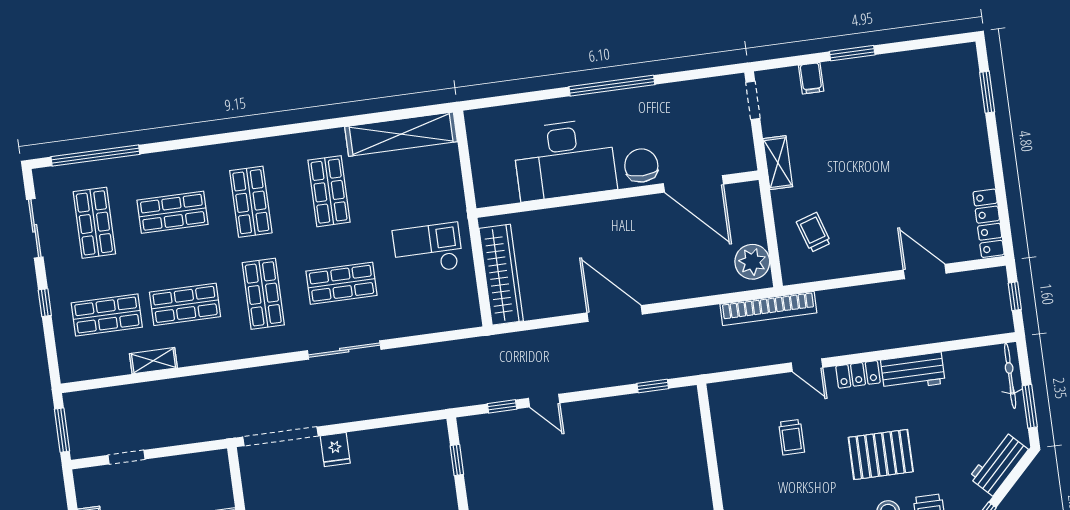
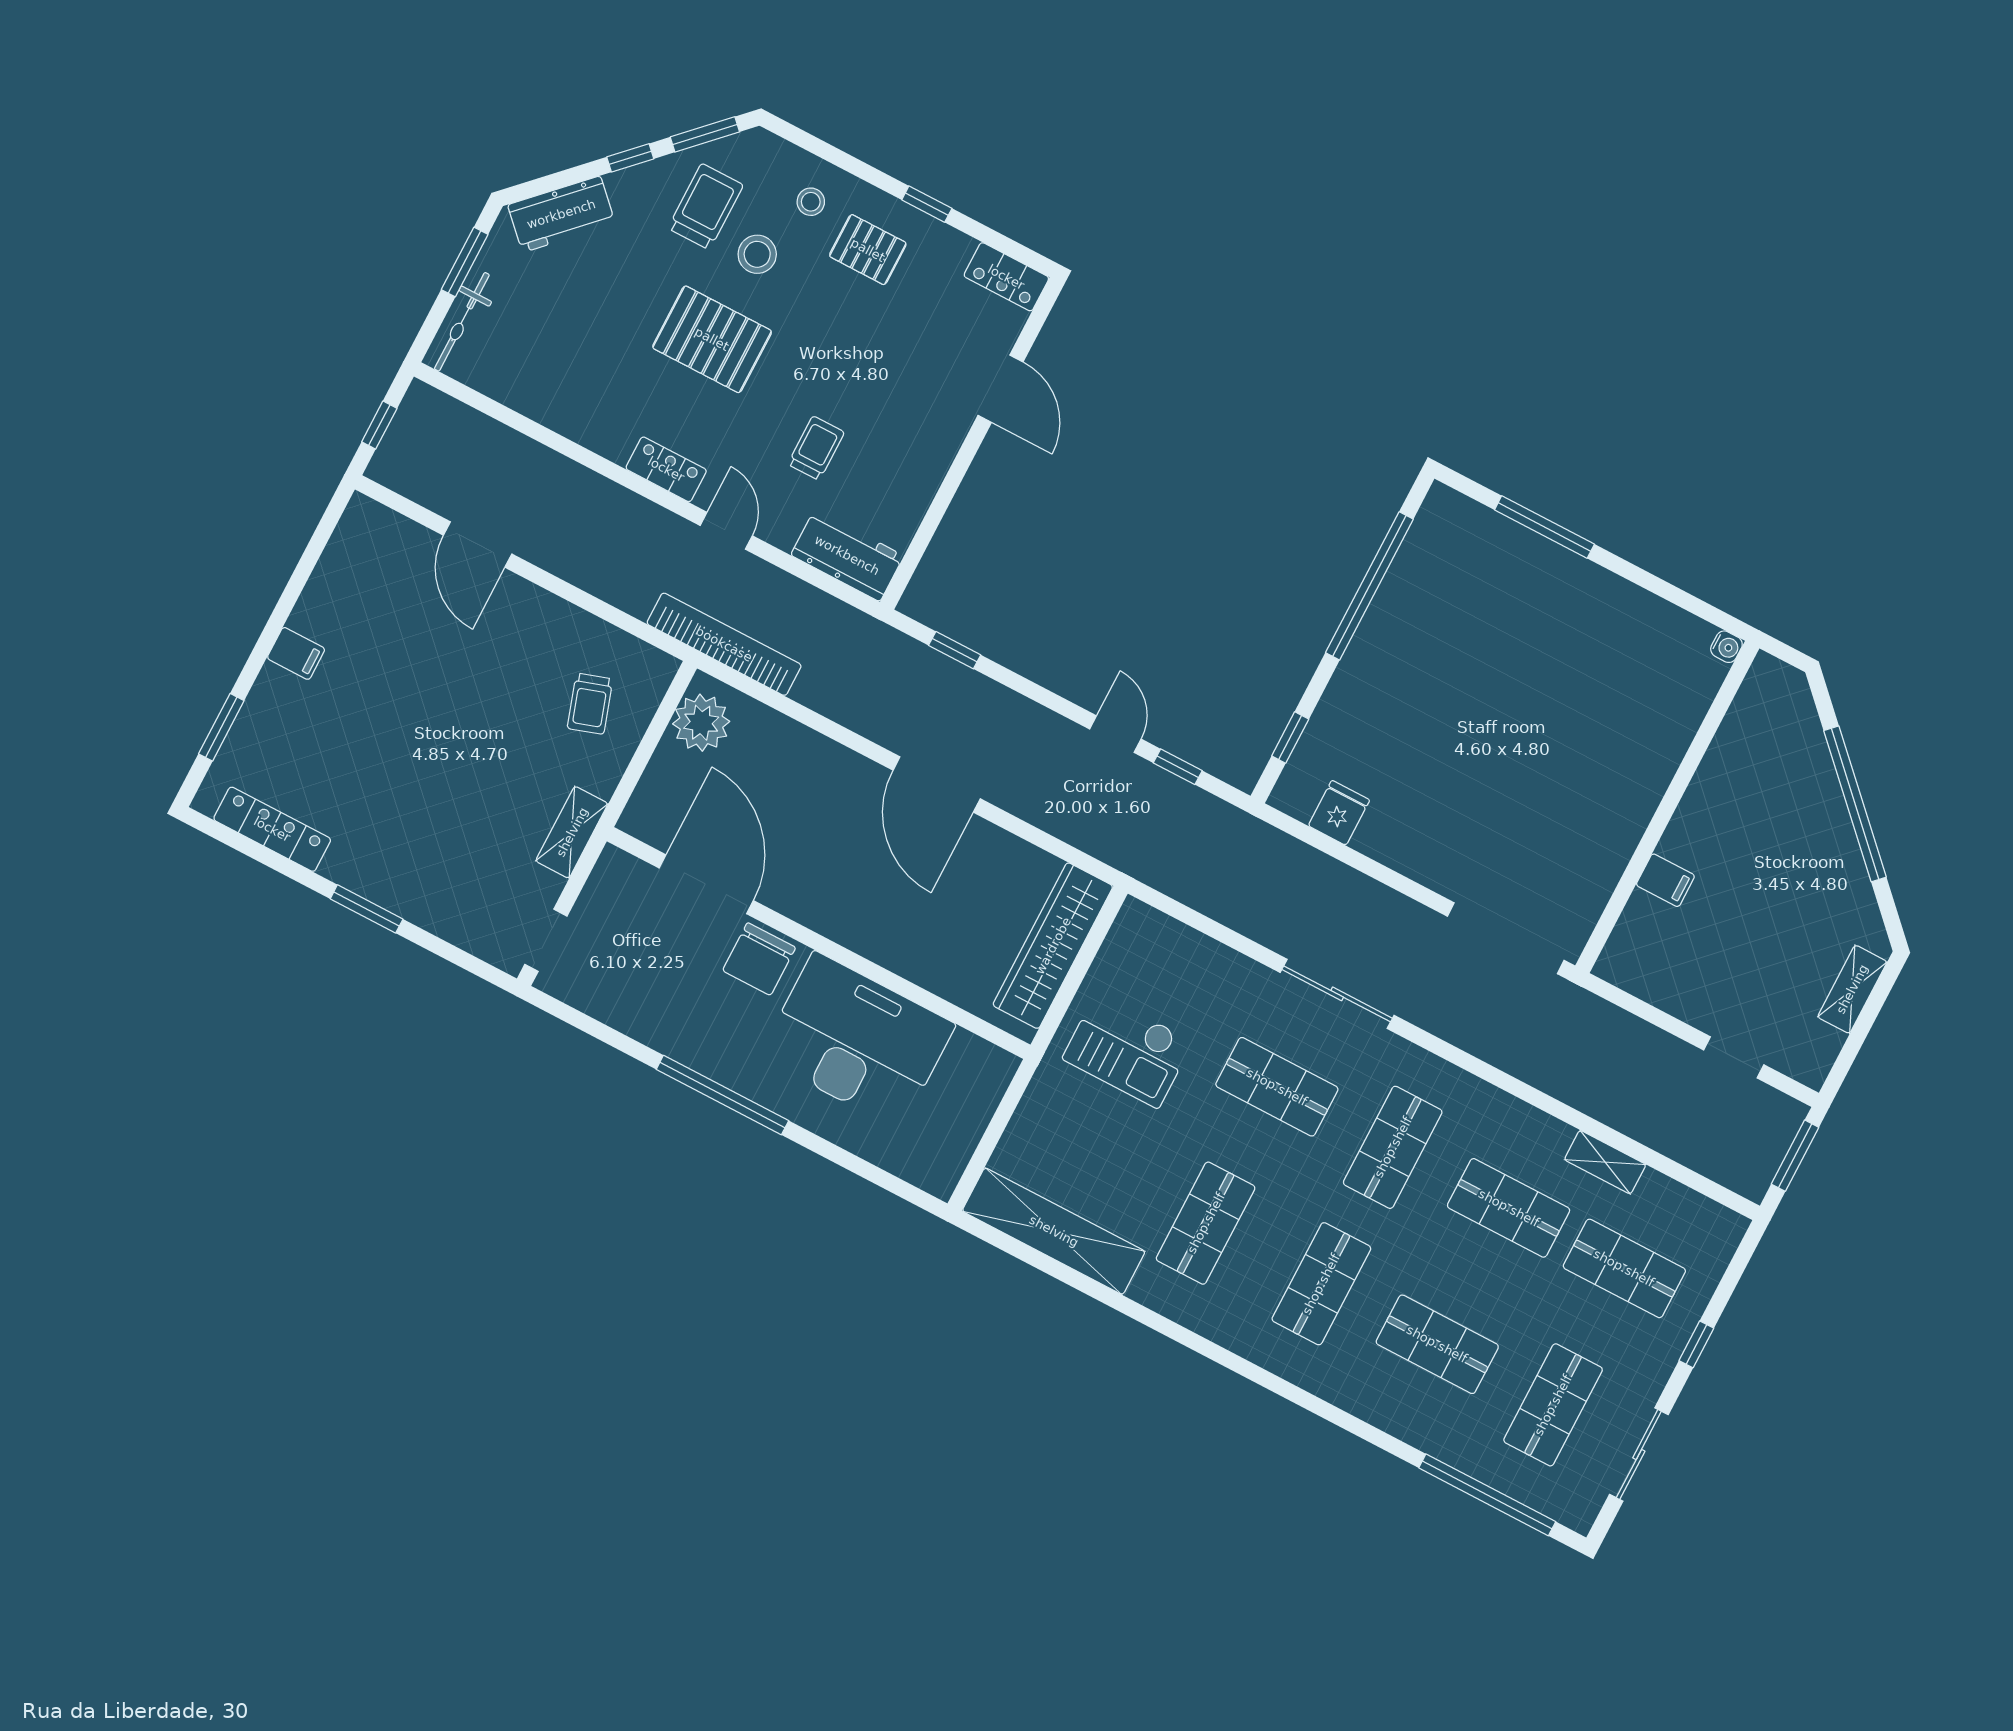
filing cabinet: (811, 78) -> (296, 653), moved, turned 90
locker: (989, 223) -> (272, 829), moved, turned -90
workbench: (913, 372) -> (847, 555), moved
fridge: (335, 450) -> (1339, 813), moved

